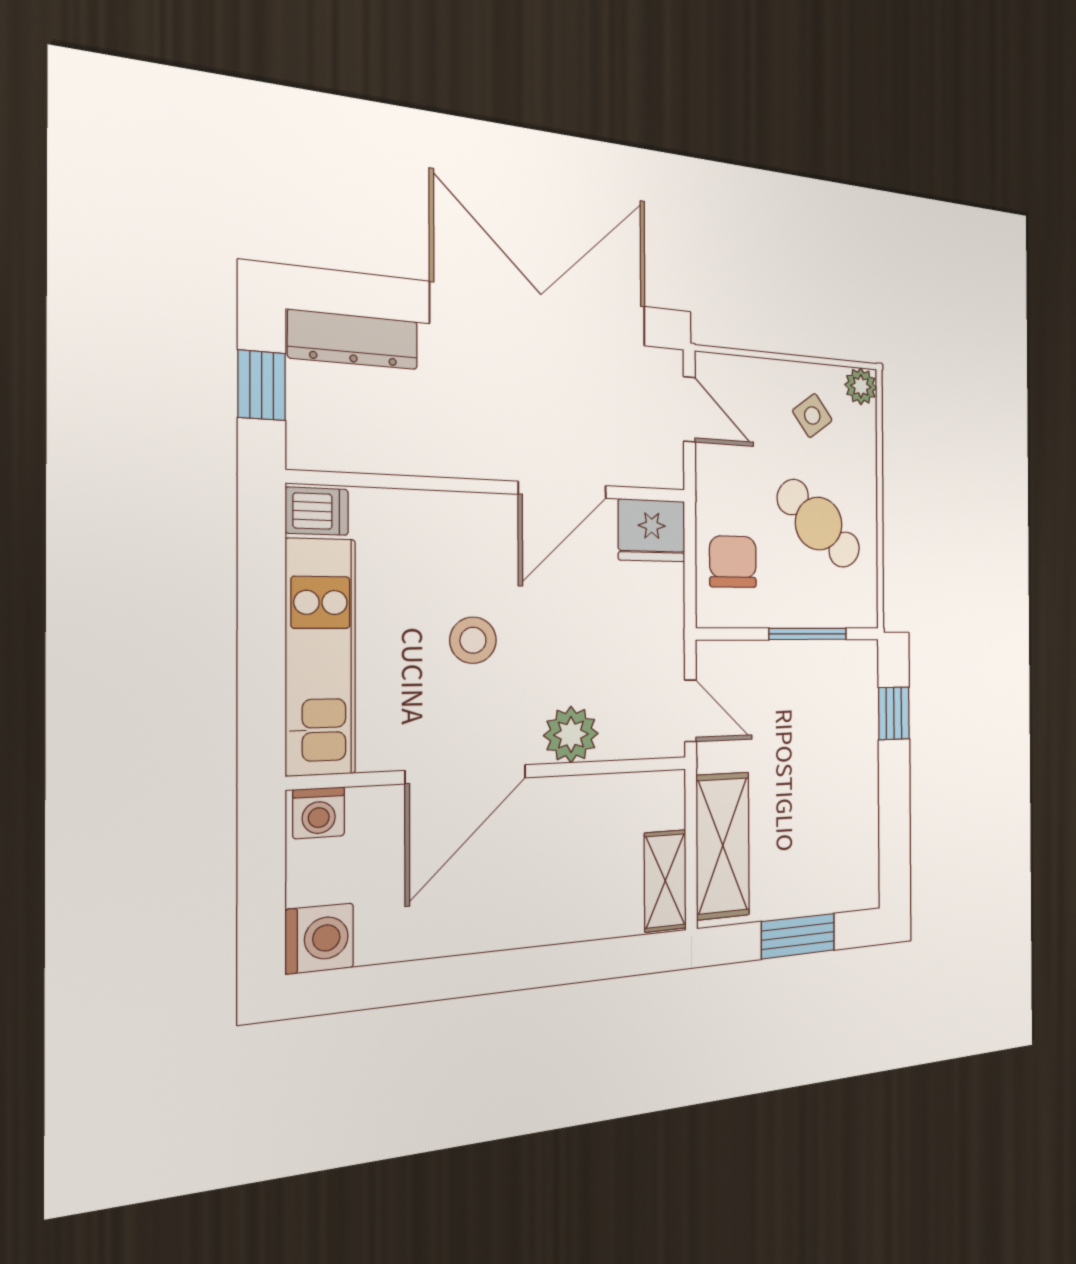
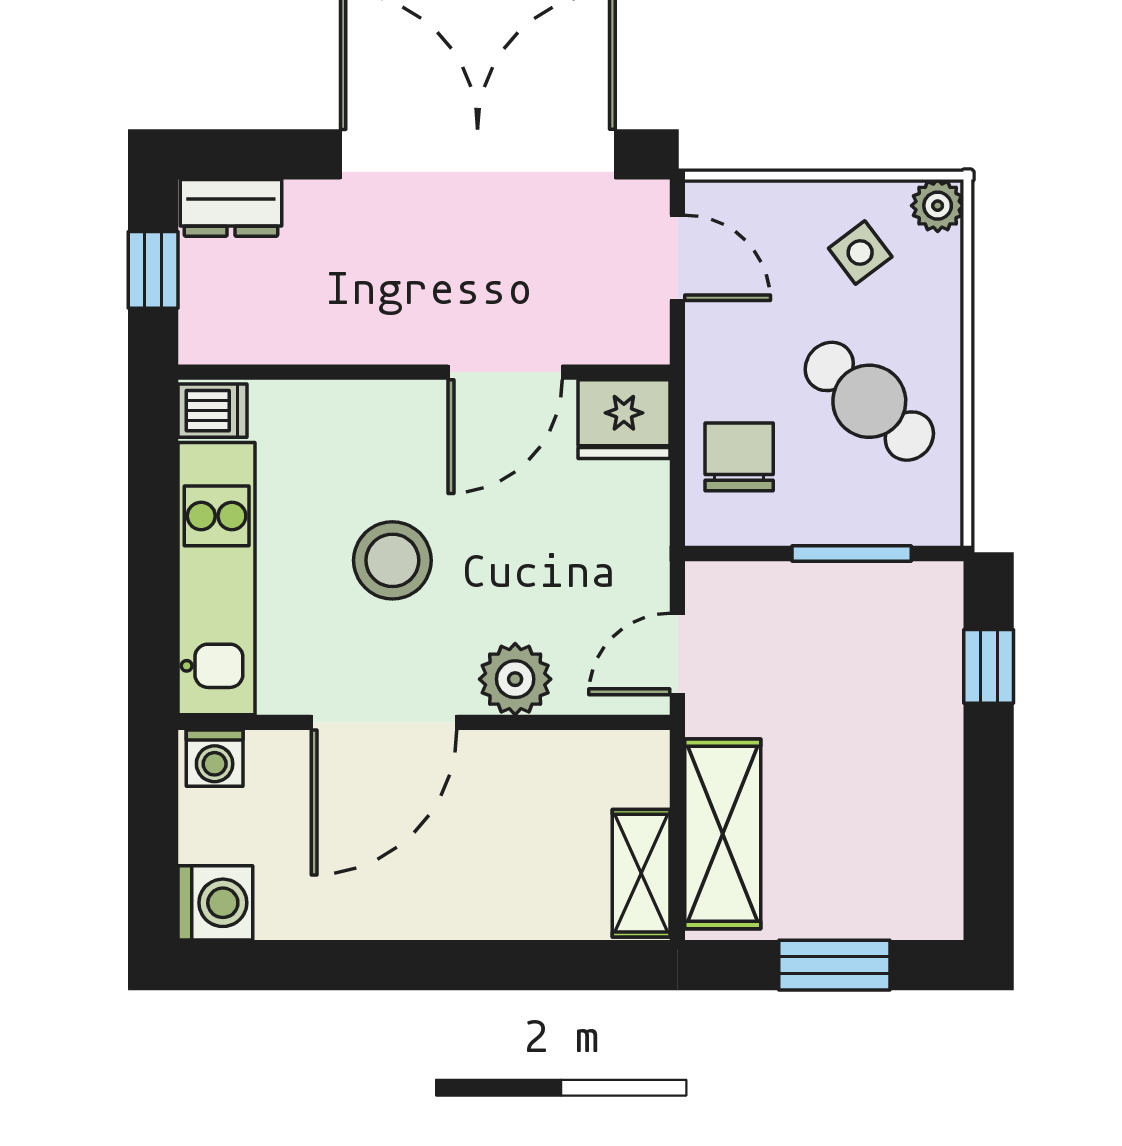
dresser: (353, 340) -> (231, 208), width x0.70
stool: (473, 640) -> (392, 560), width x1.38, depth x1.38
door: (691, 711) -> (677, 654), swing flipped

